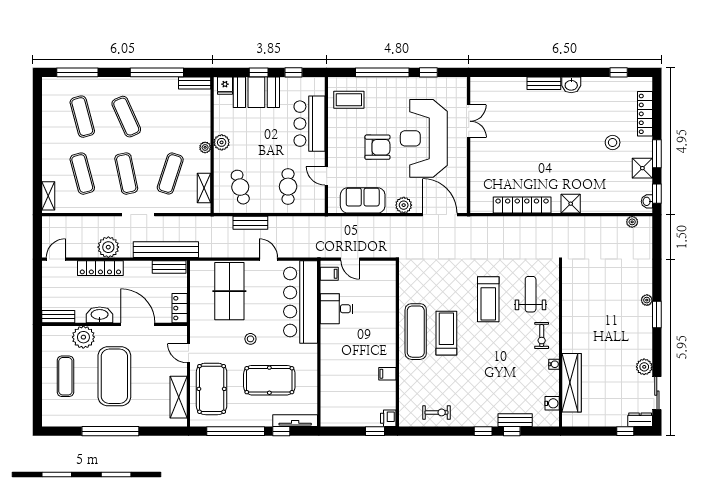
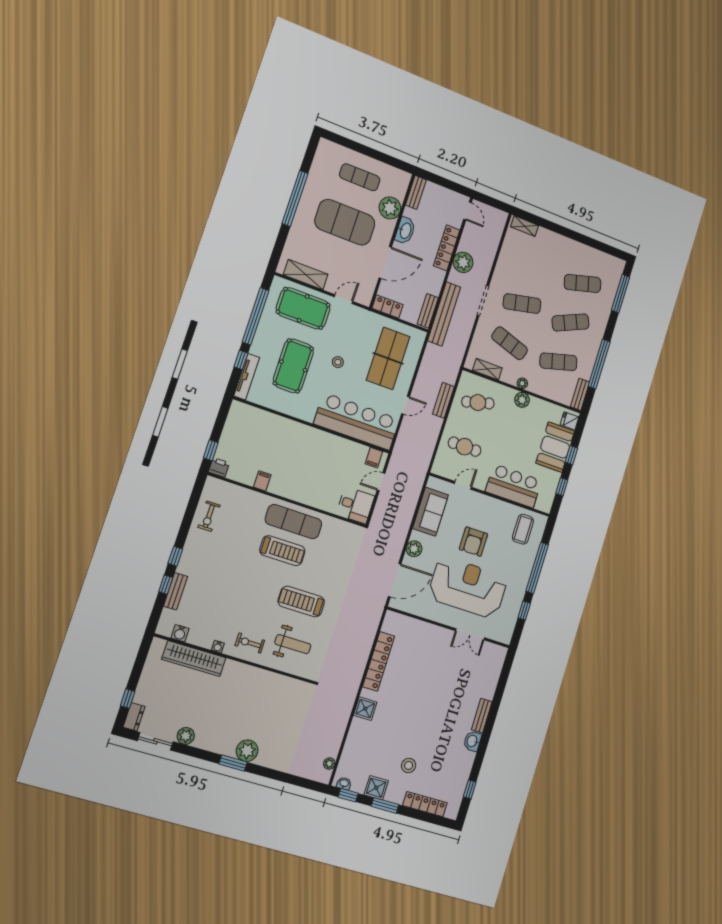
exercise mat: (82, 174) -> (558, 362), moved
table tennis table: (229, 291) -> (388, 358), turned 90
plant: (647, 300) -> (247, 751), width x1.87, depth x1.87
desk: (337, 309) -> (355, 505), moved, turned 90

